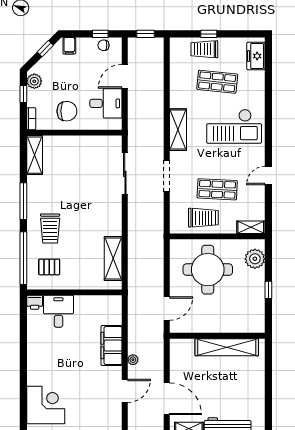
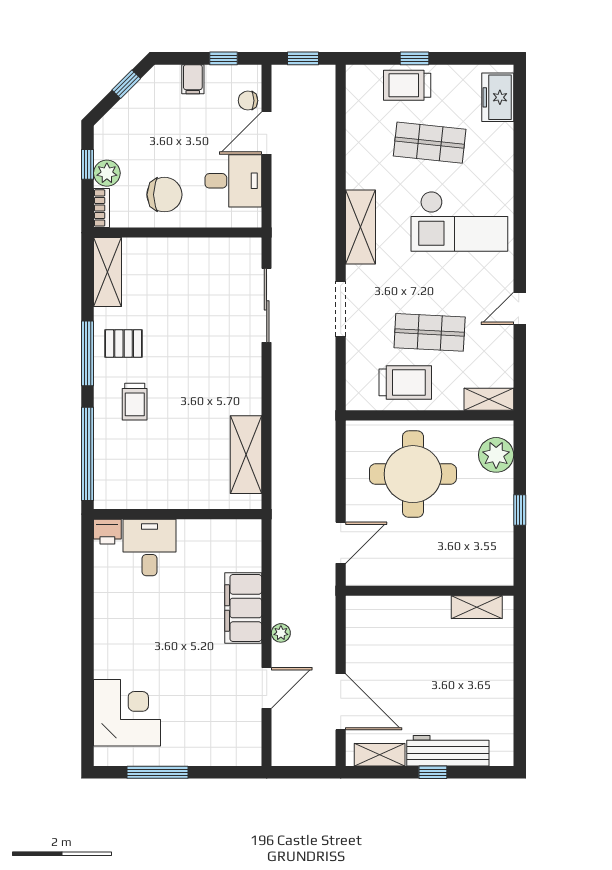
chair: (103, 45) -> (248, 101), moved
filing cabinet: (69, 46) -> (193, 79), moved
plant: (34, 81) -> (107, 173), moved
trolley: (50, 229) -> (135, 402), width x0.73, depth x0.72
pallet: (49, 267) -> (124, 344), moved
shelving: (227, 347) -> (477, 607), width x0.45, depth x0.75

